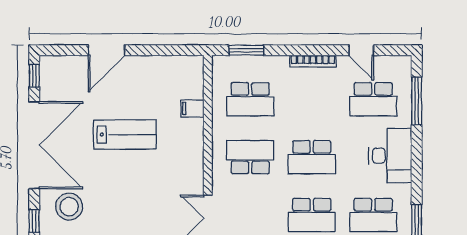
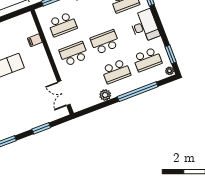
school desk: (312, 157) -> (105, 42), turned 180

